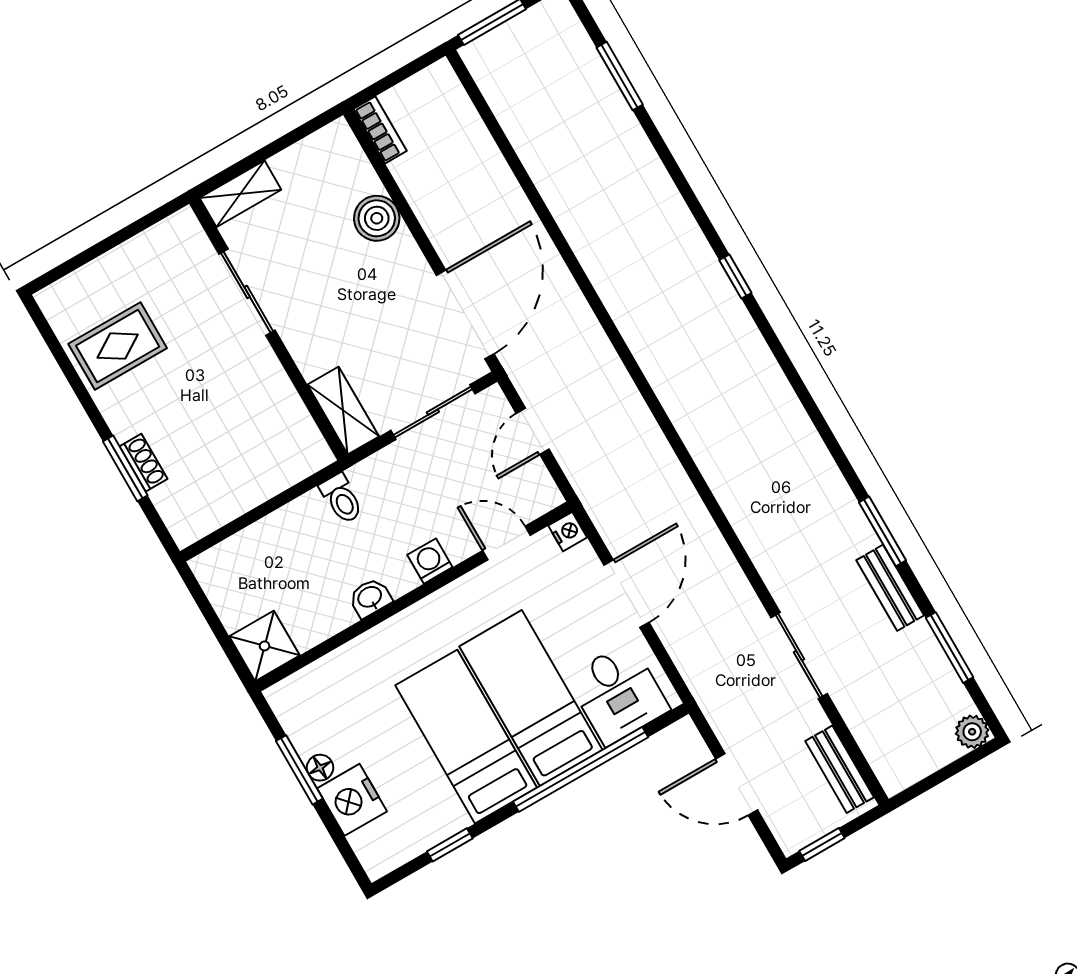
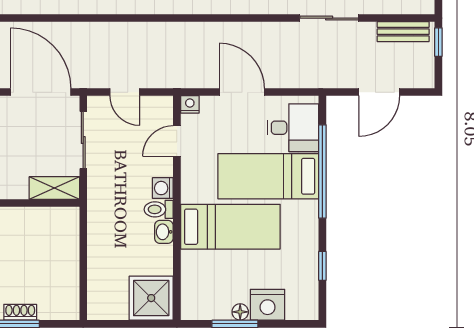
toilet: (341, 499) -> (159, 209), moved, turned 180
shower: (265, 646) -> (151, 298), width x1.36, depth x1.36
bed: (466, 737) -> (230, 227), moved, turned 180
window: (822, 844) -> (438, 42), moved

